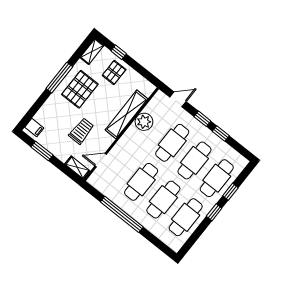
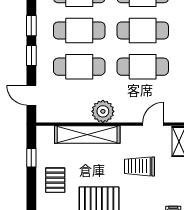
window: (119, 52) -> (31, 158), moved
pallet: (114, 72) -> (55, 180), turned 90
plant: (144, 122) -> (103, 111), moved
door: (101, 160) -> (153, 124), swing flipped

